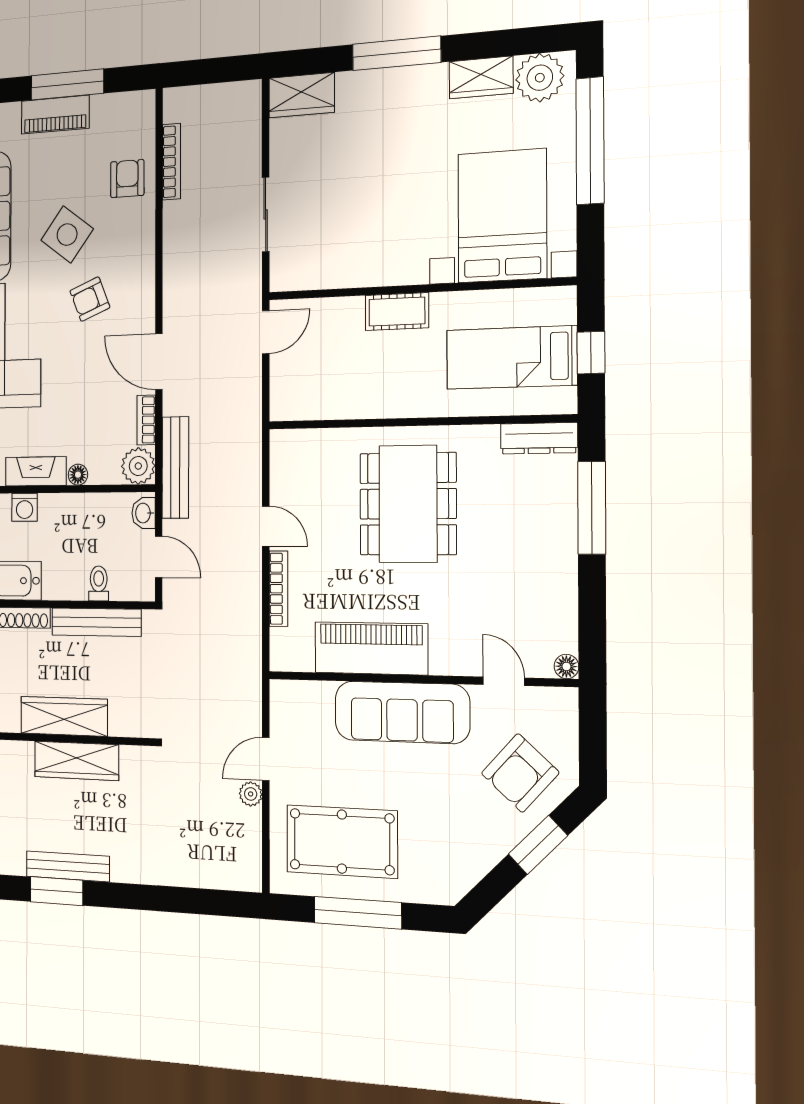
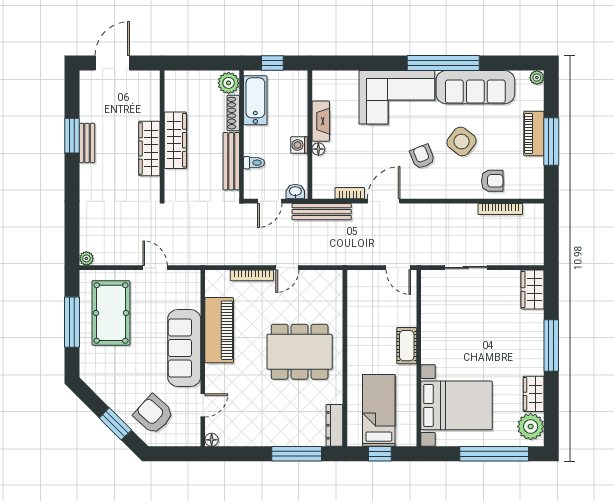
plant: (138, 466) -> (323, 188), removed
washing machine: (25, 507) -> (299, 145), moved
plant: (251, 794) -> (86, 258), moved
bench: (68, 866) -> (87, 143), width x0.73

